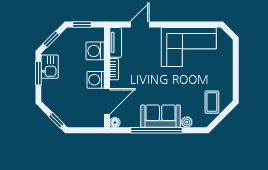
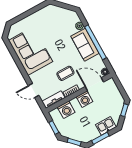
kitchen sink: (50, 67) -> (106, 126), moved
coffee table: (212, 102) -> (65, 73), moved

